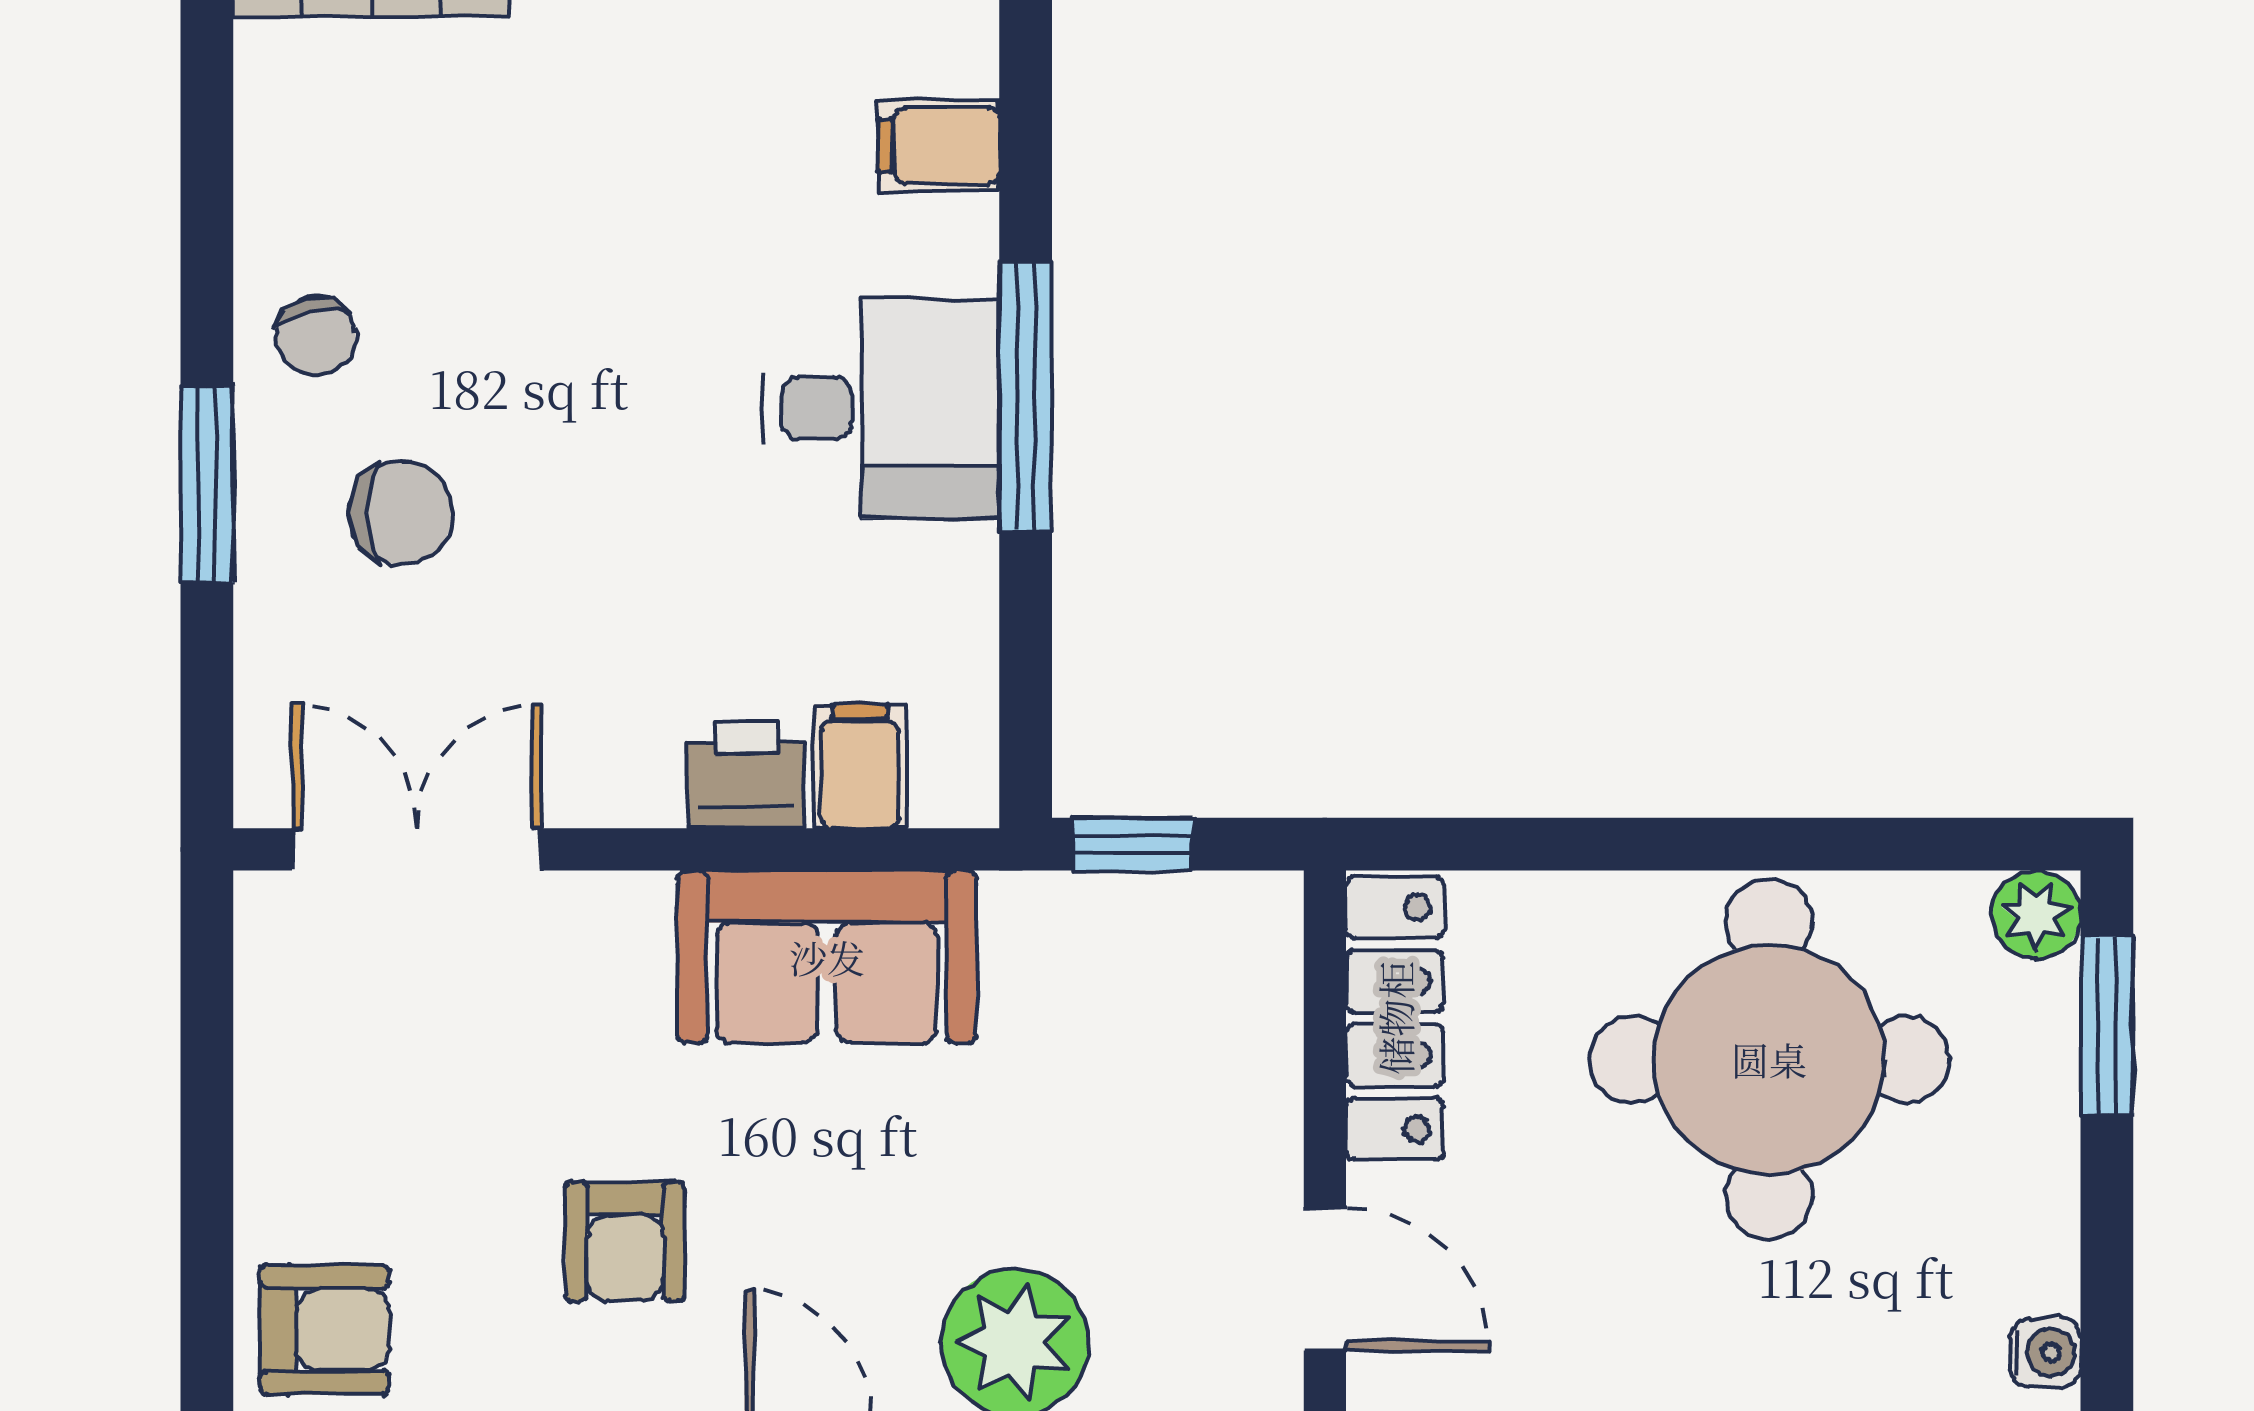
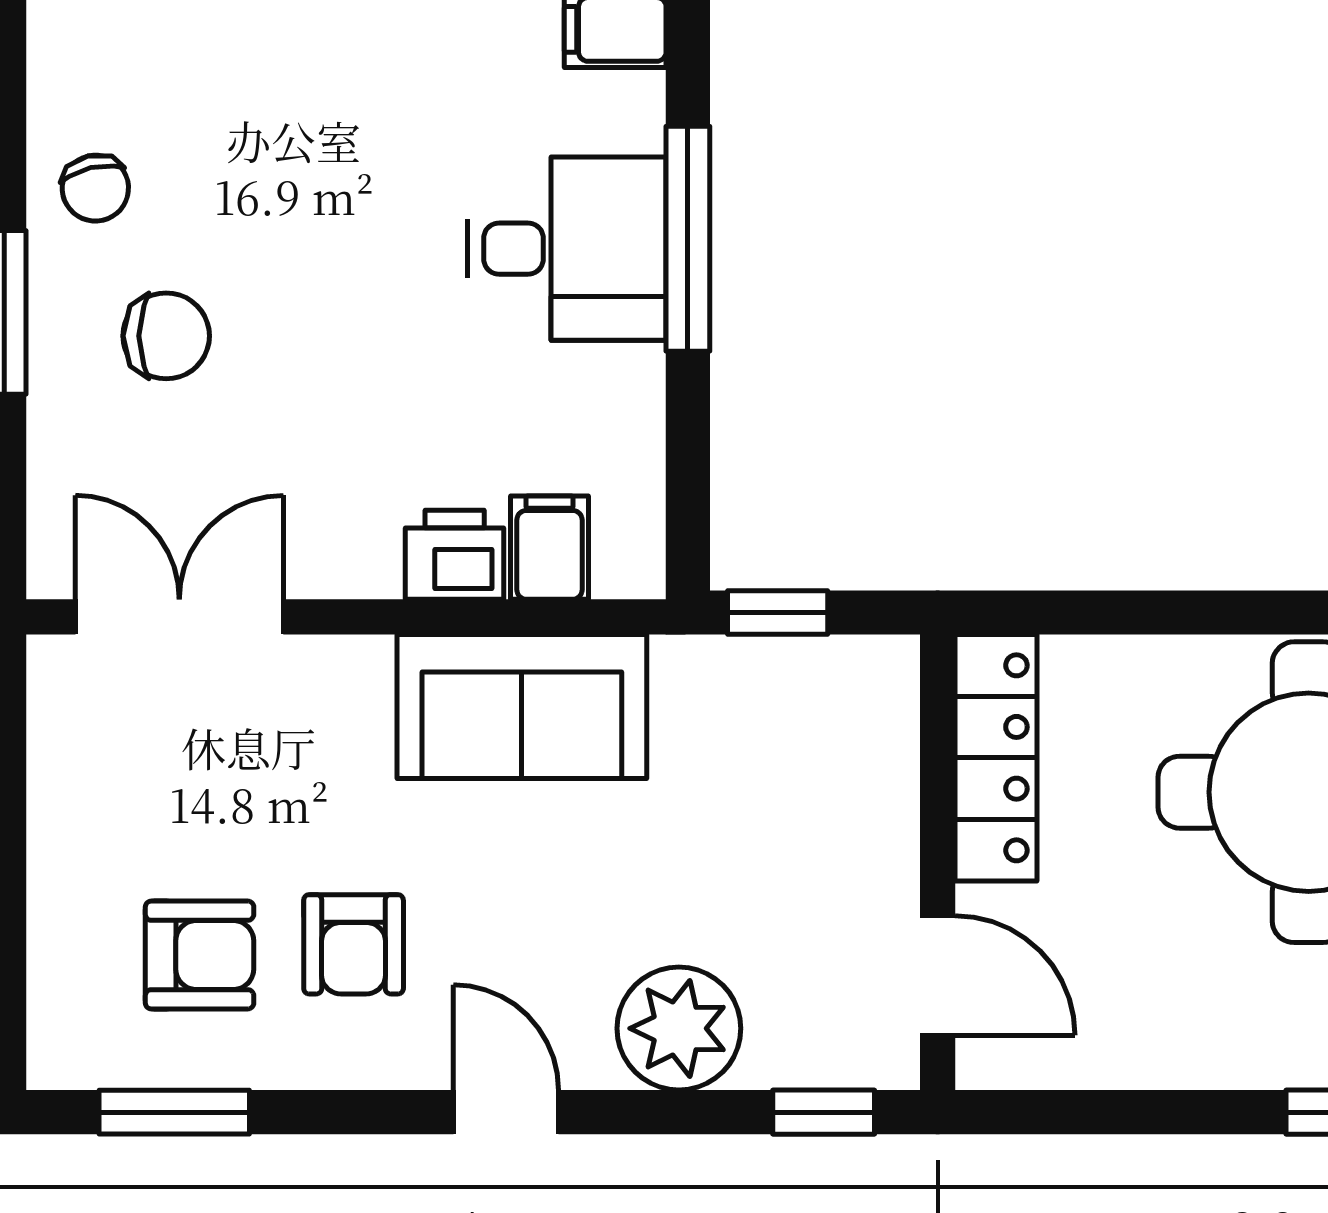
armchair: (325, 1330) -> (200, 955), moved

